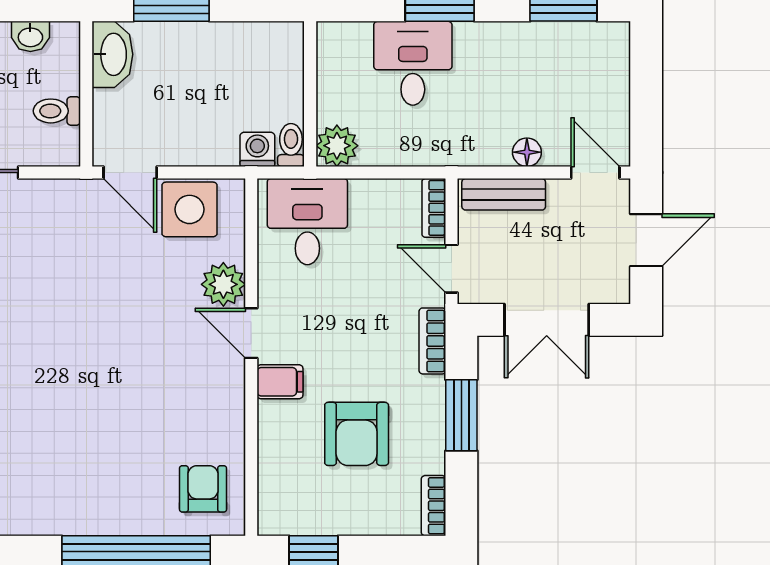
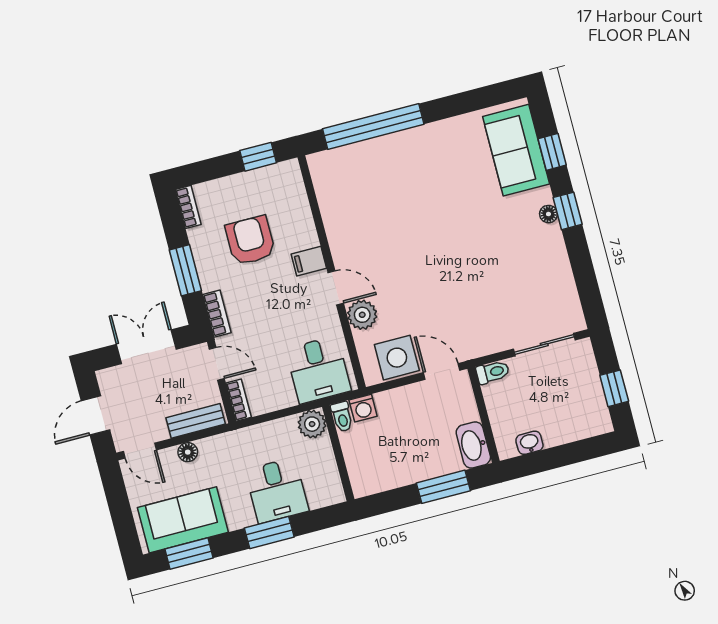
sofa: (559, 56) -> (183, 520), added
toilet: (57, 111) -> (493, 372), moved
armchair: (203, 489) -> (341, 179), removed

